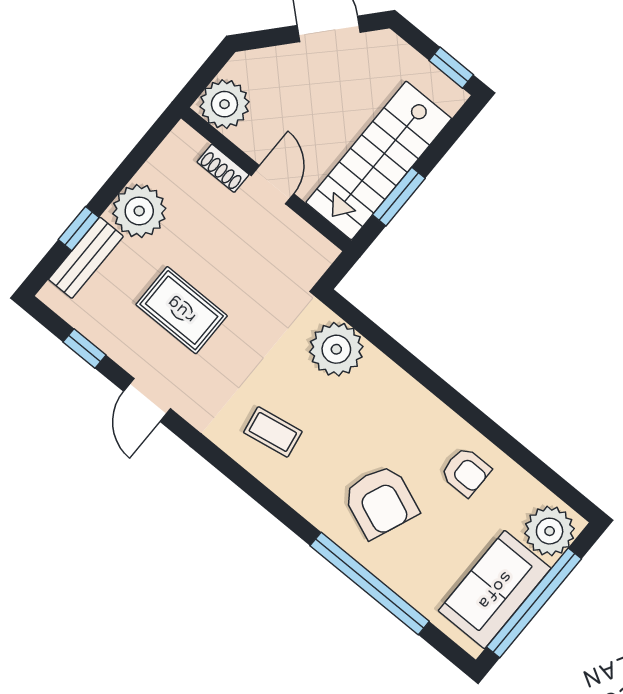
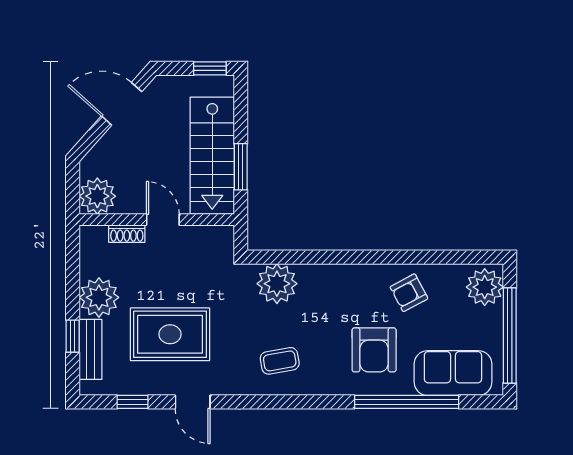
rug: (182, 310) -> (170, 334), width x1.36, depth x1.43
armchair: (466, 472) -> (409, 293), turned 152
armchair: (381, 501) -> (374, 350), turned 68
sofa: (495, 590) -> (453, 373), moved, turned 90

